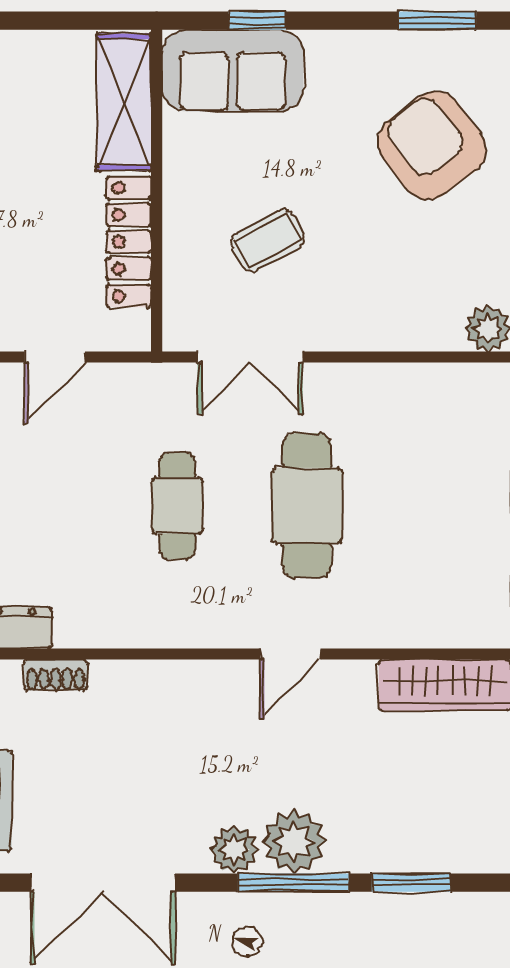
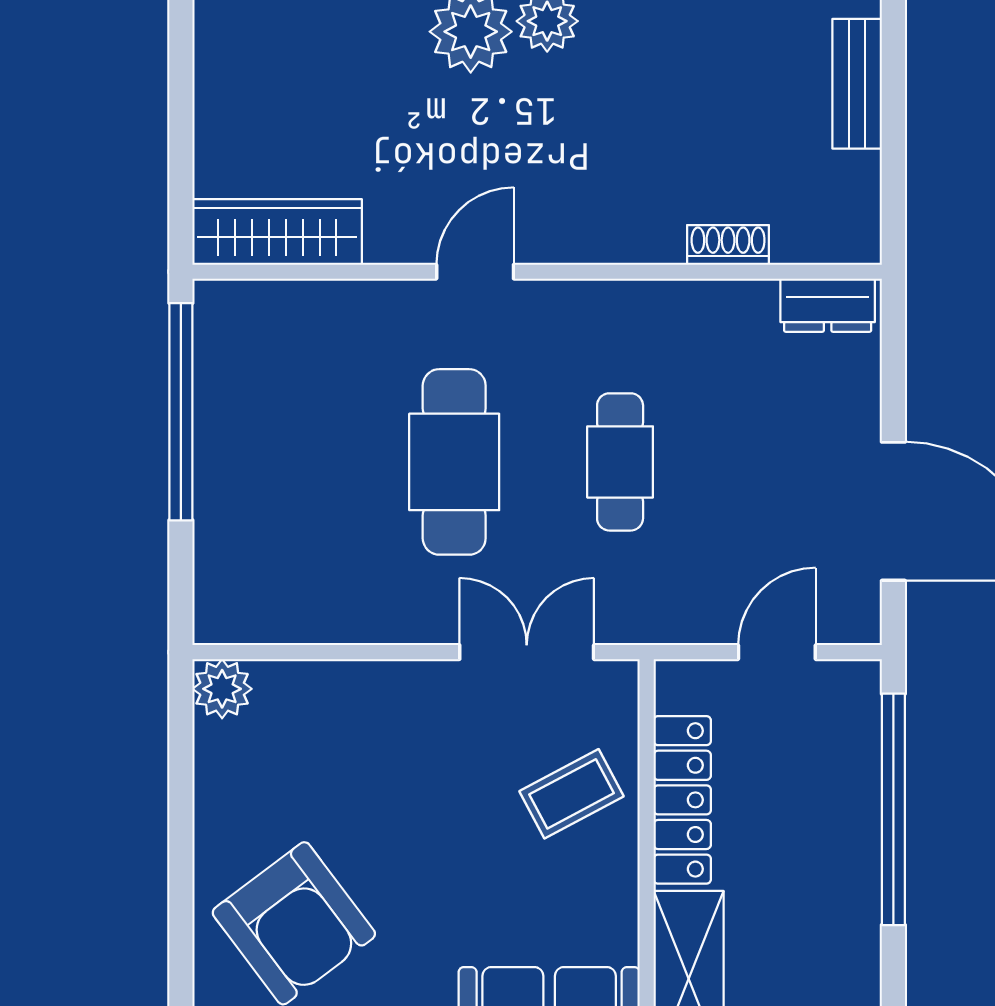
coffee table: (268, 240) -> (572, 794), moved
shoe rack: (56, 675) -> (728, 245), moved

